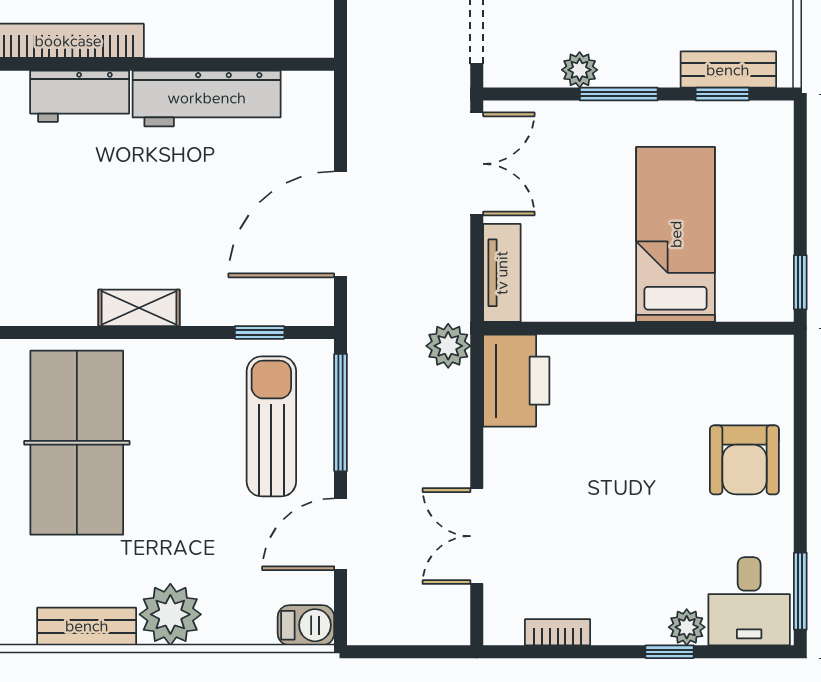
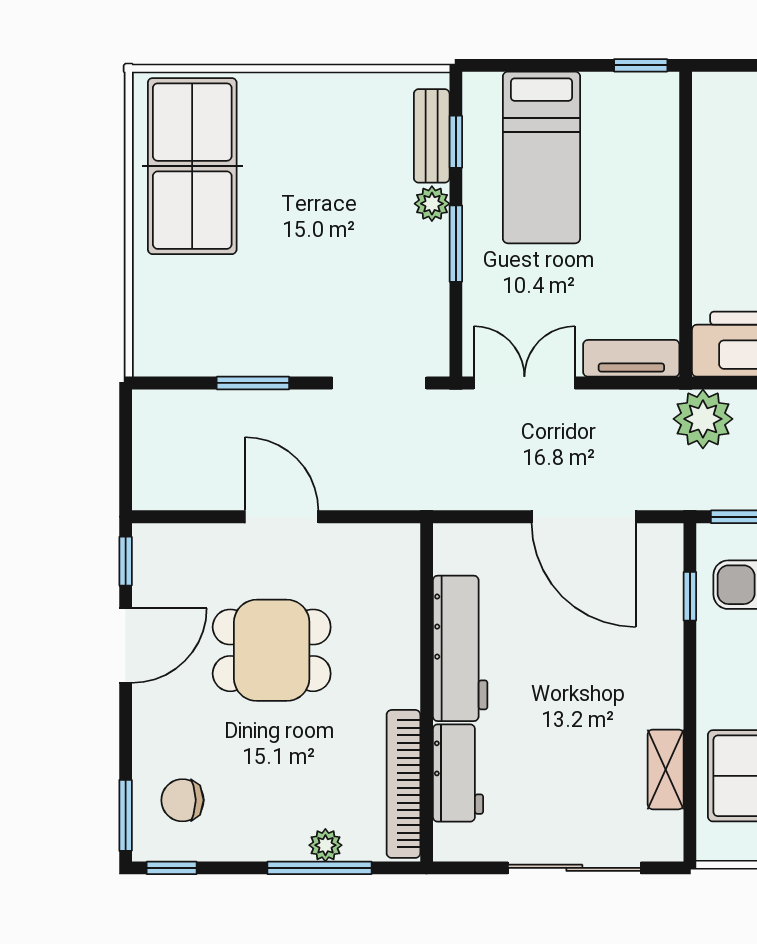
plant: (580, 70) -> (432, 204), moved
bed: (676, 234) -> (542, 157), moved, turned -90
shelving: (139, 308) -> (666, 769), moved
plant: (448, 346) -> (703, 419), width x1.36, depth x1.36

